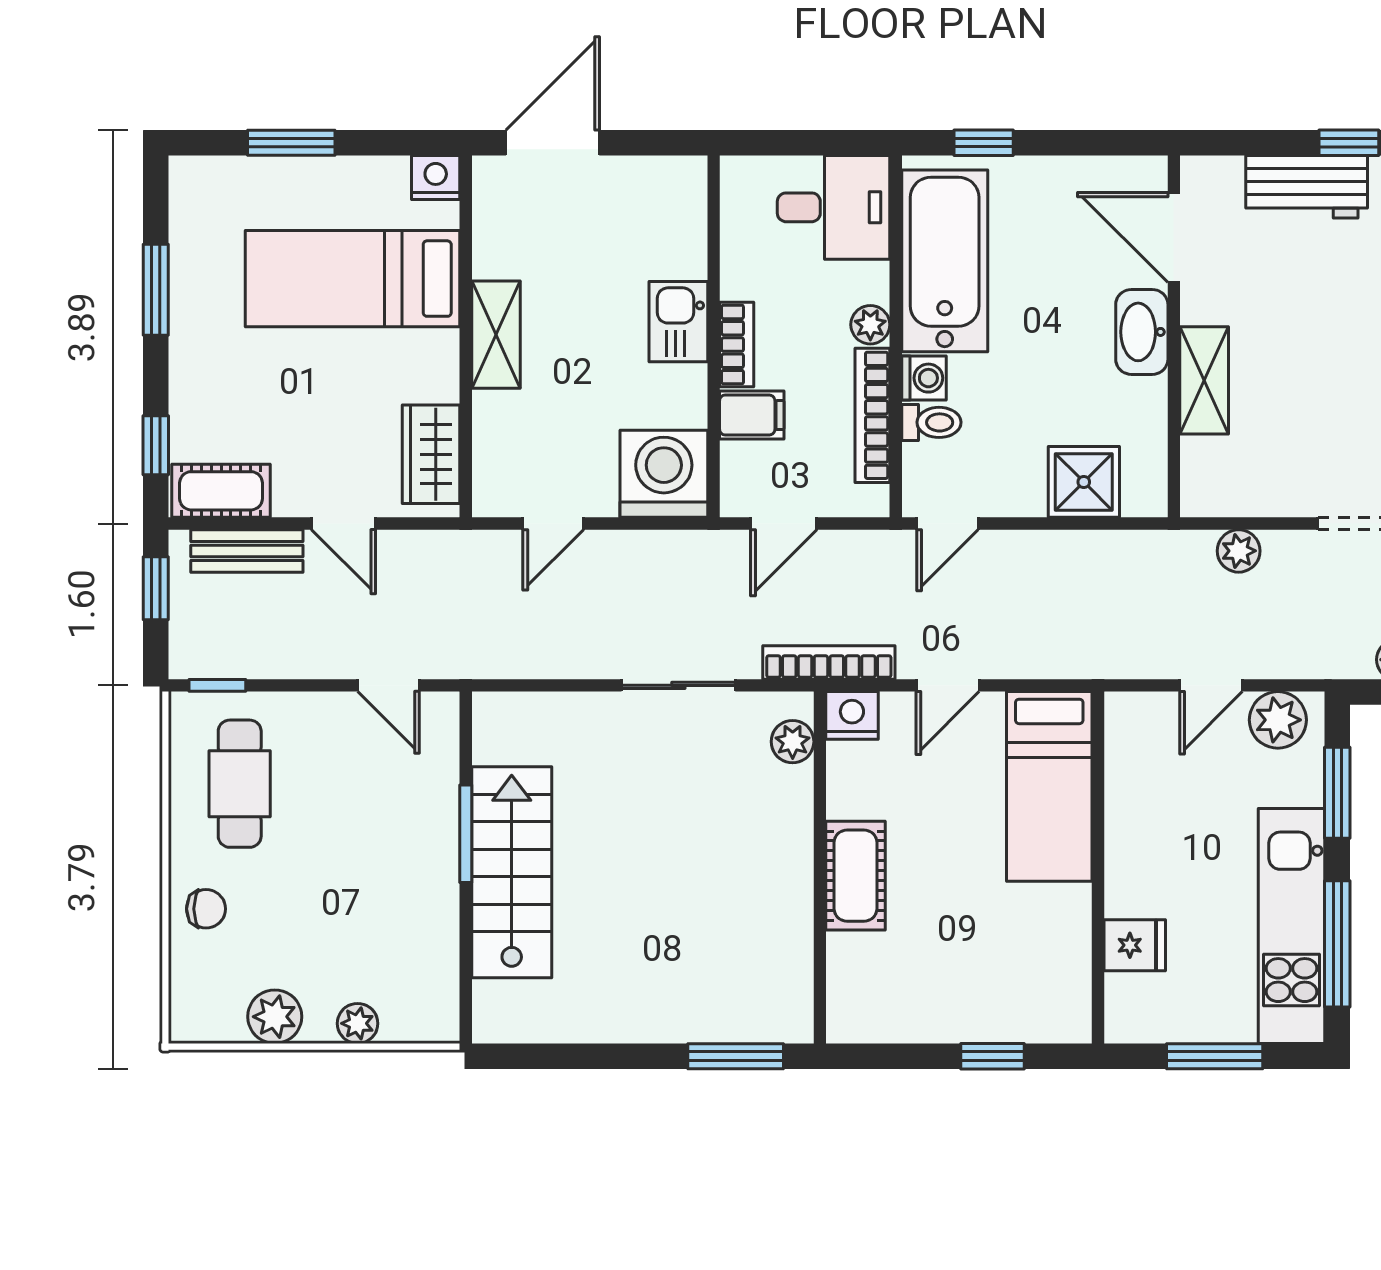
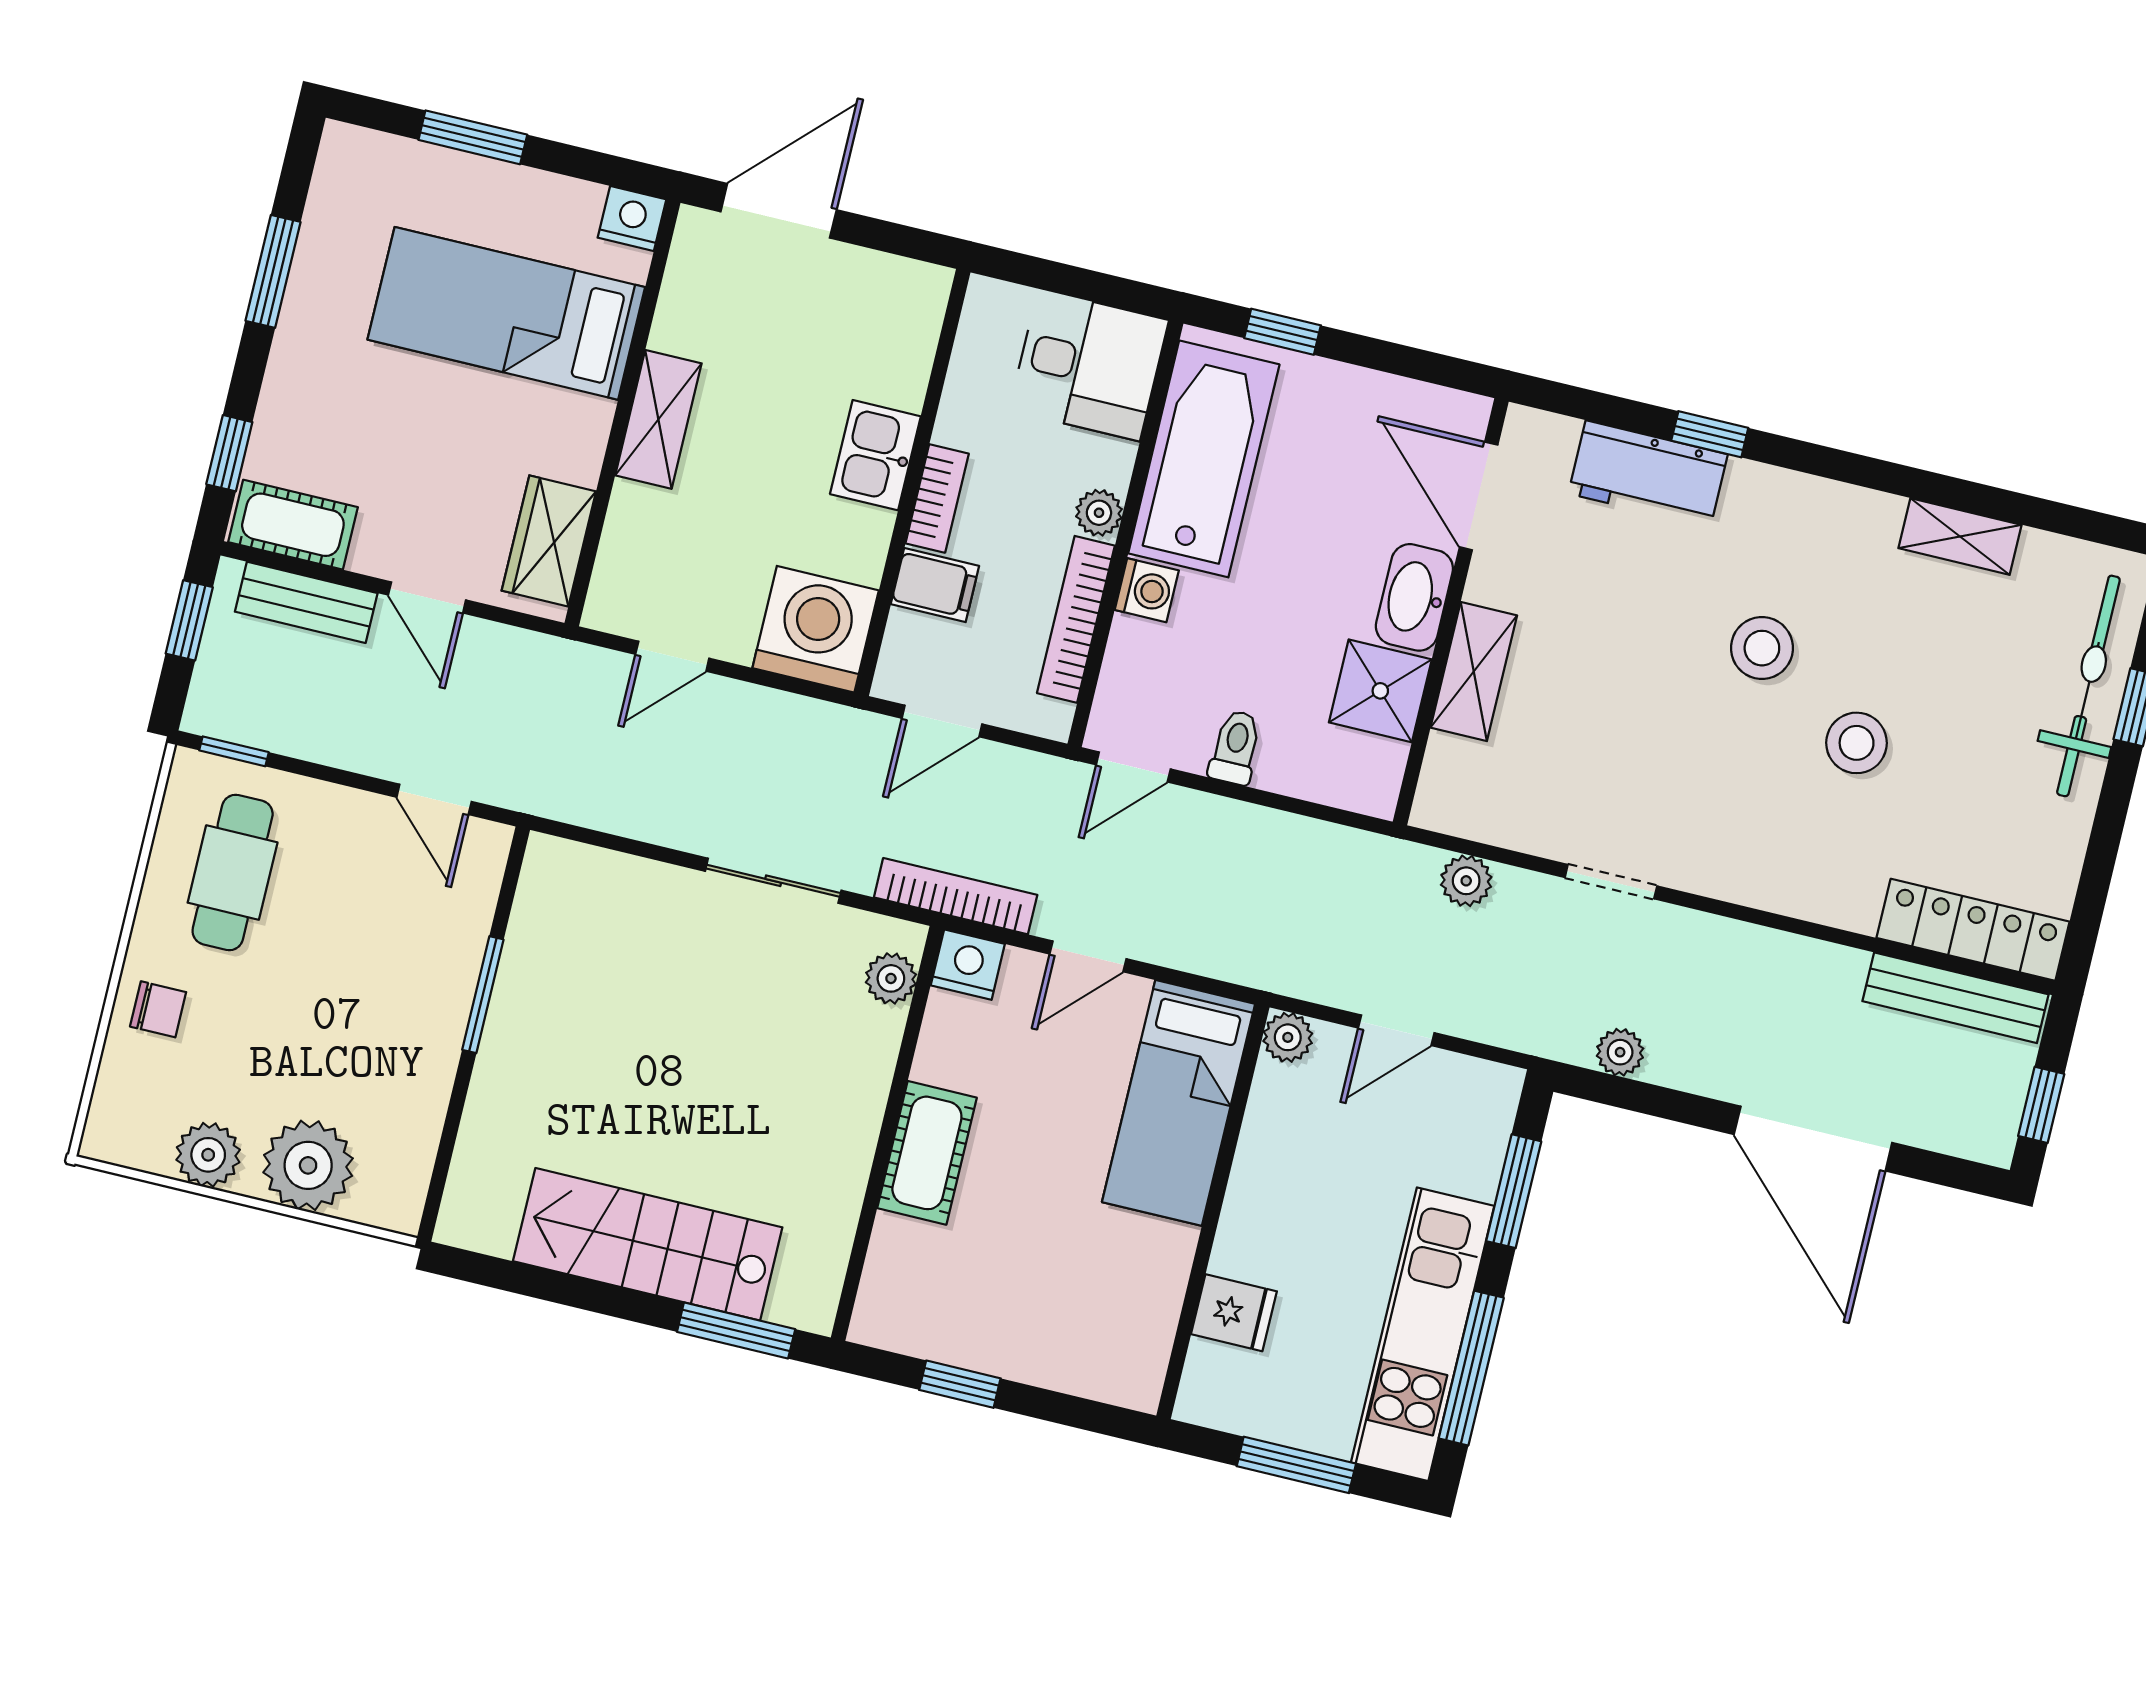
toilet: (931, 422) -> (1235, 747), moved, turned -90
shower: (1084, 482) -> (1380, 691), moved
plant: (1278, 720) -> (1288, 1037), moved, width x0.73, depth x0.73
stairs: (512, 872) -> (648, 1244), moved, turned -90
plant: (358, 1023) -> (308, 1165), width x1.88, depth x1.88
window: (993, 1056) -> (960, 1384), moved

